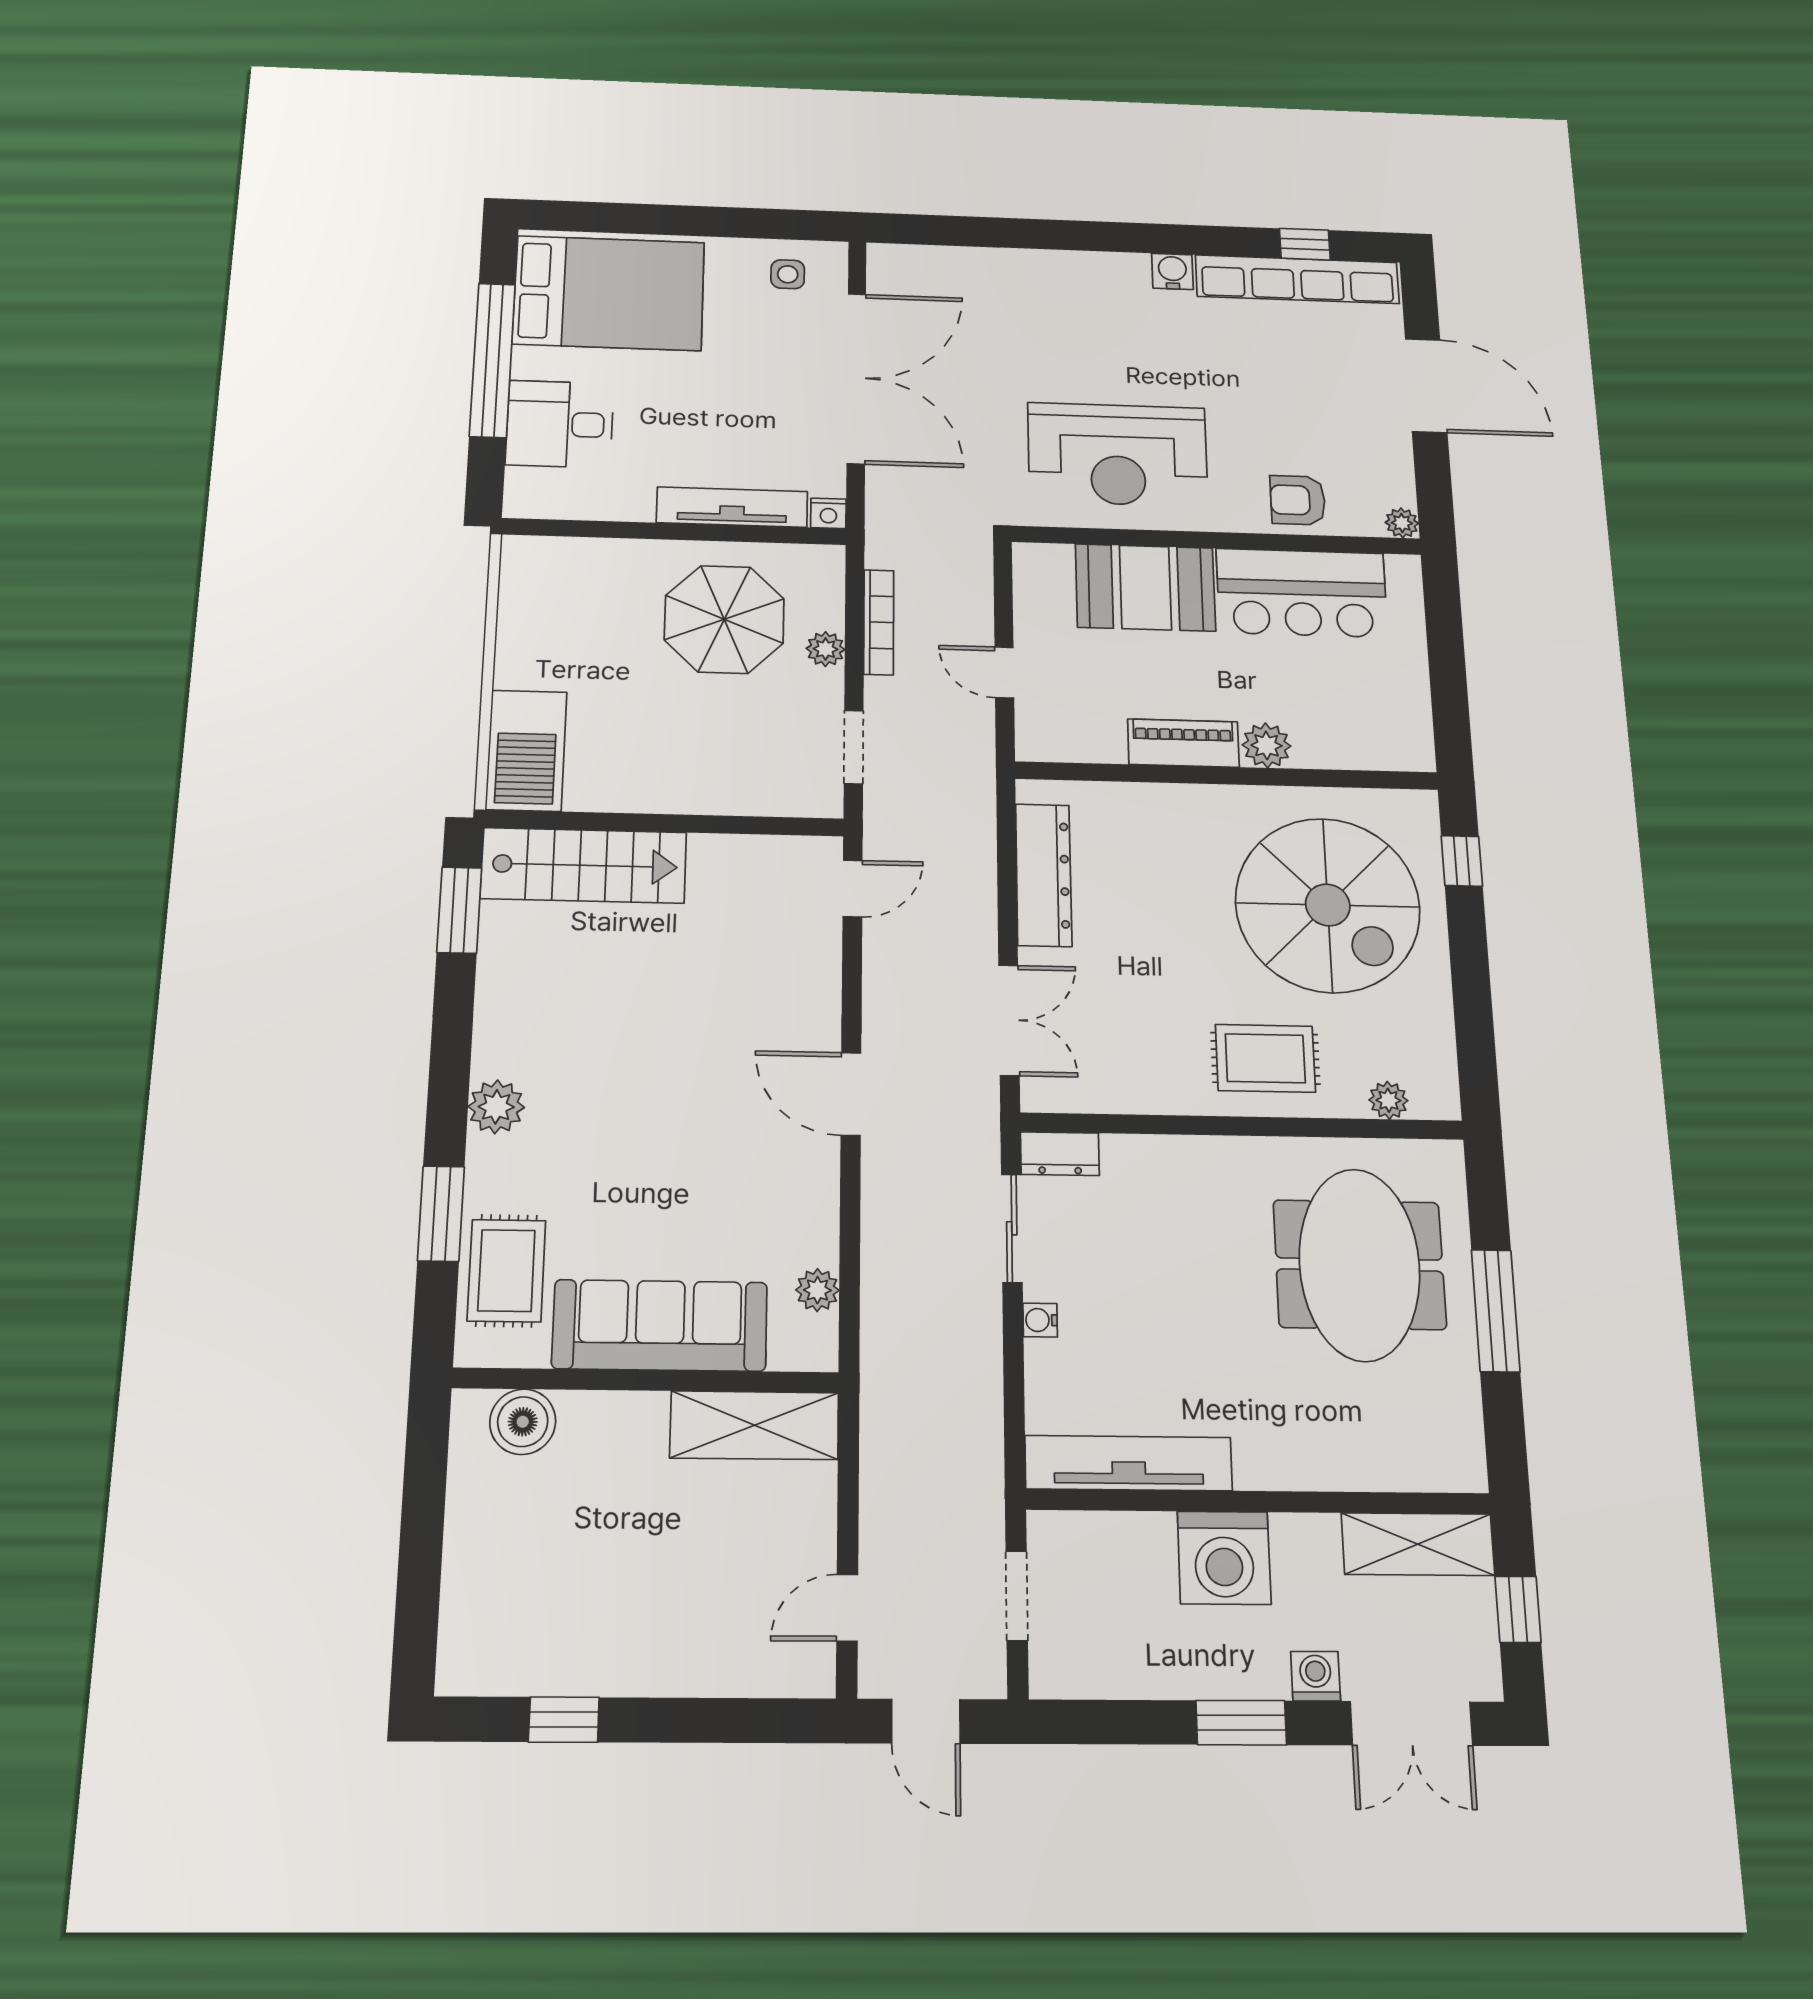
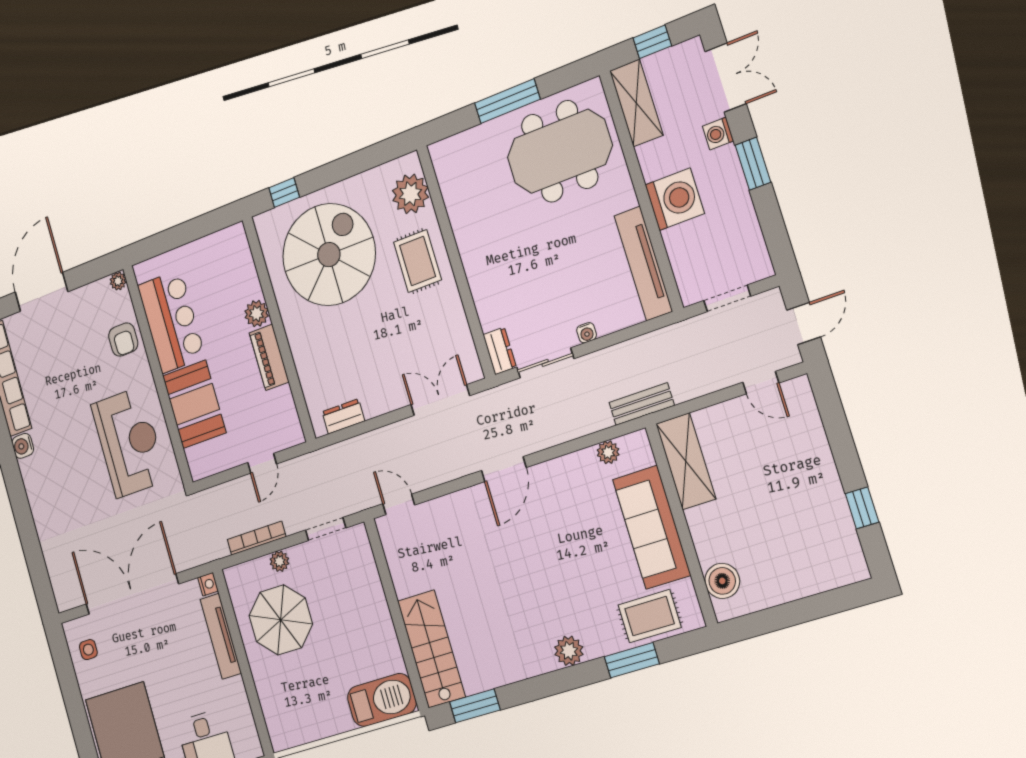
dresser: (1044, 875) -> (343, 416), width x0.51, depth x0.80
plant: (1388, 1100) -> (410, 194), width x1.87, depth x1.87
meeting table: (1359, 1265) -> (560, 151), moved
bench: (882, 1378) -> (642, 404), added

